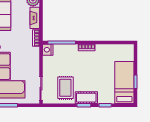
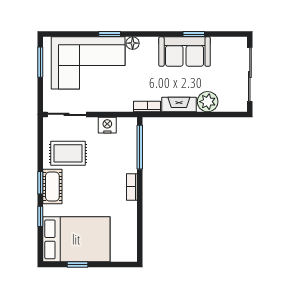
nightstand: (48, 50) -> (107, 125), moved
bed: (124, 82) -> (76, 239), width x1.50

